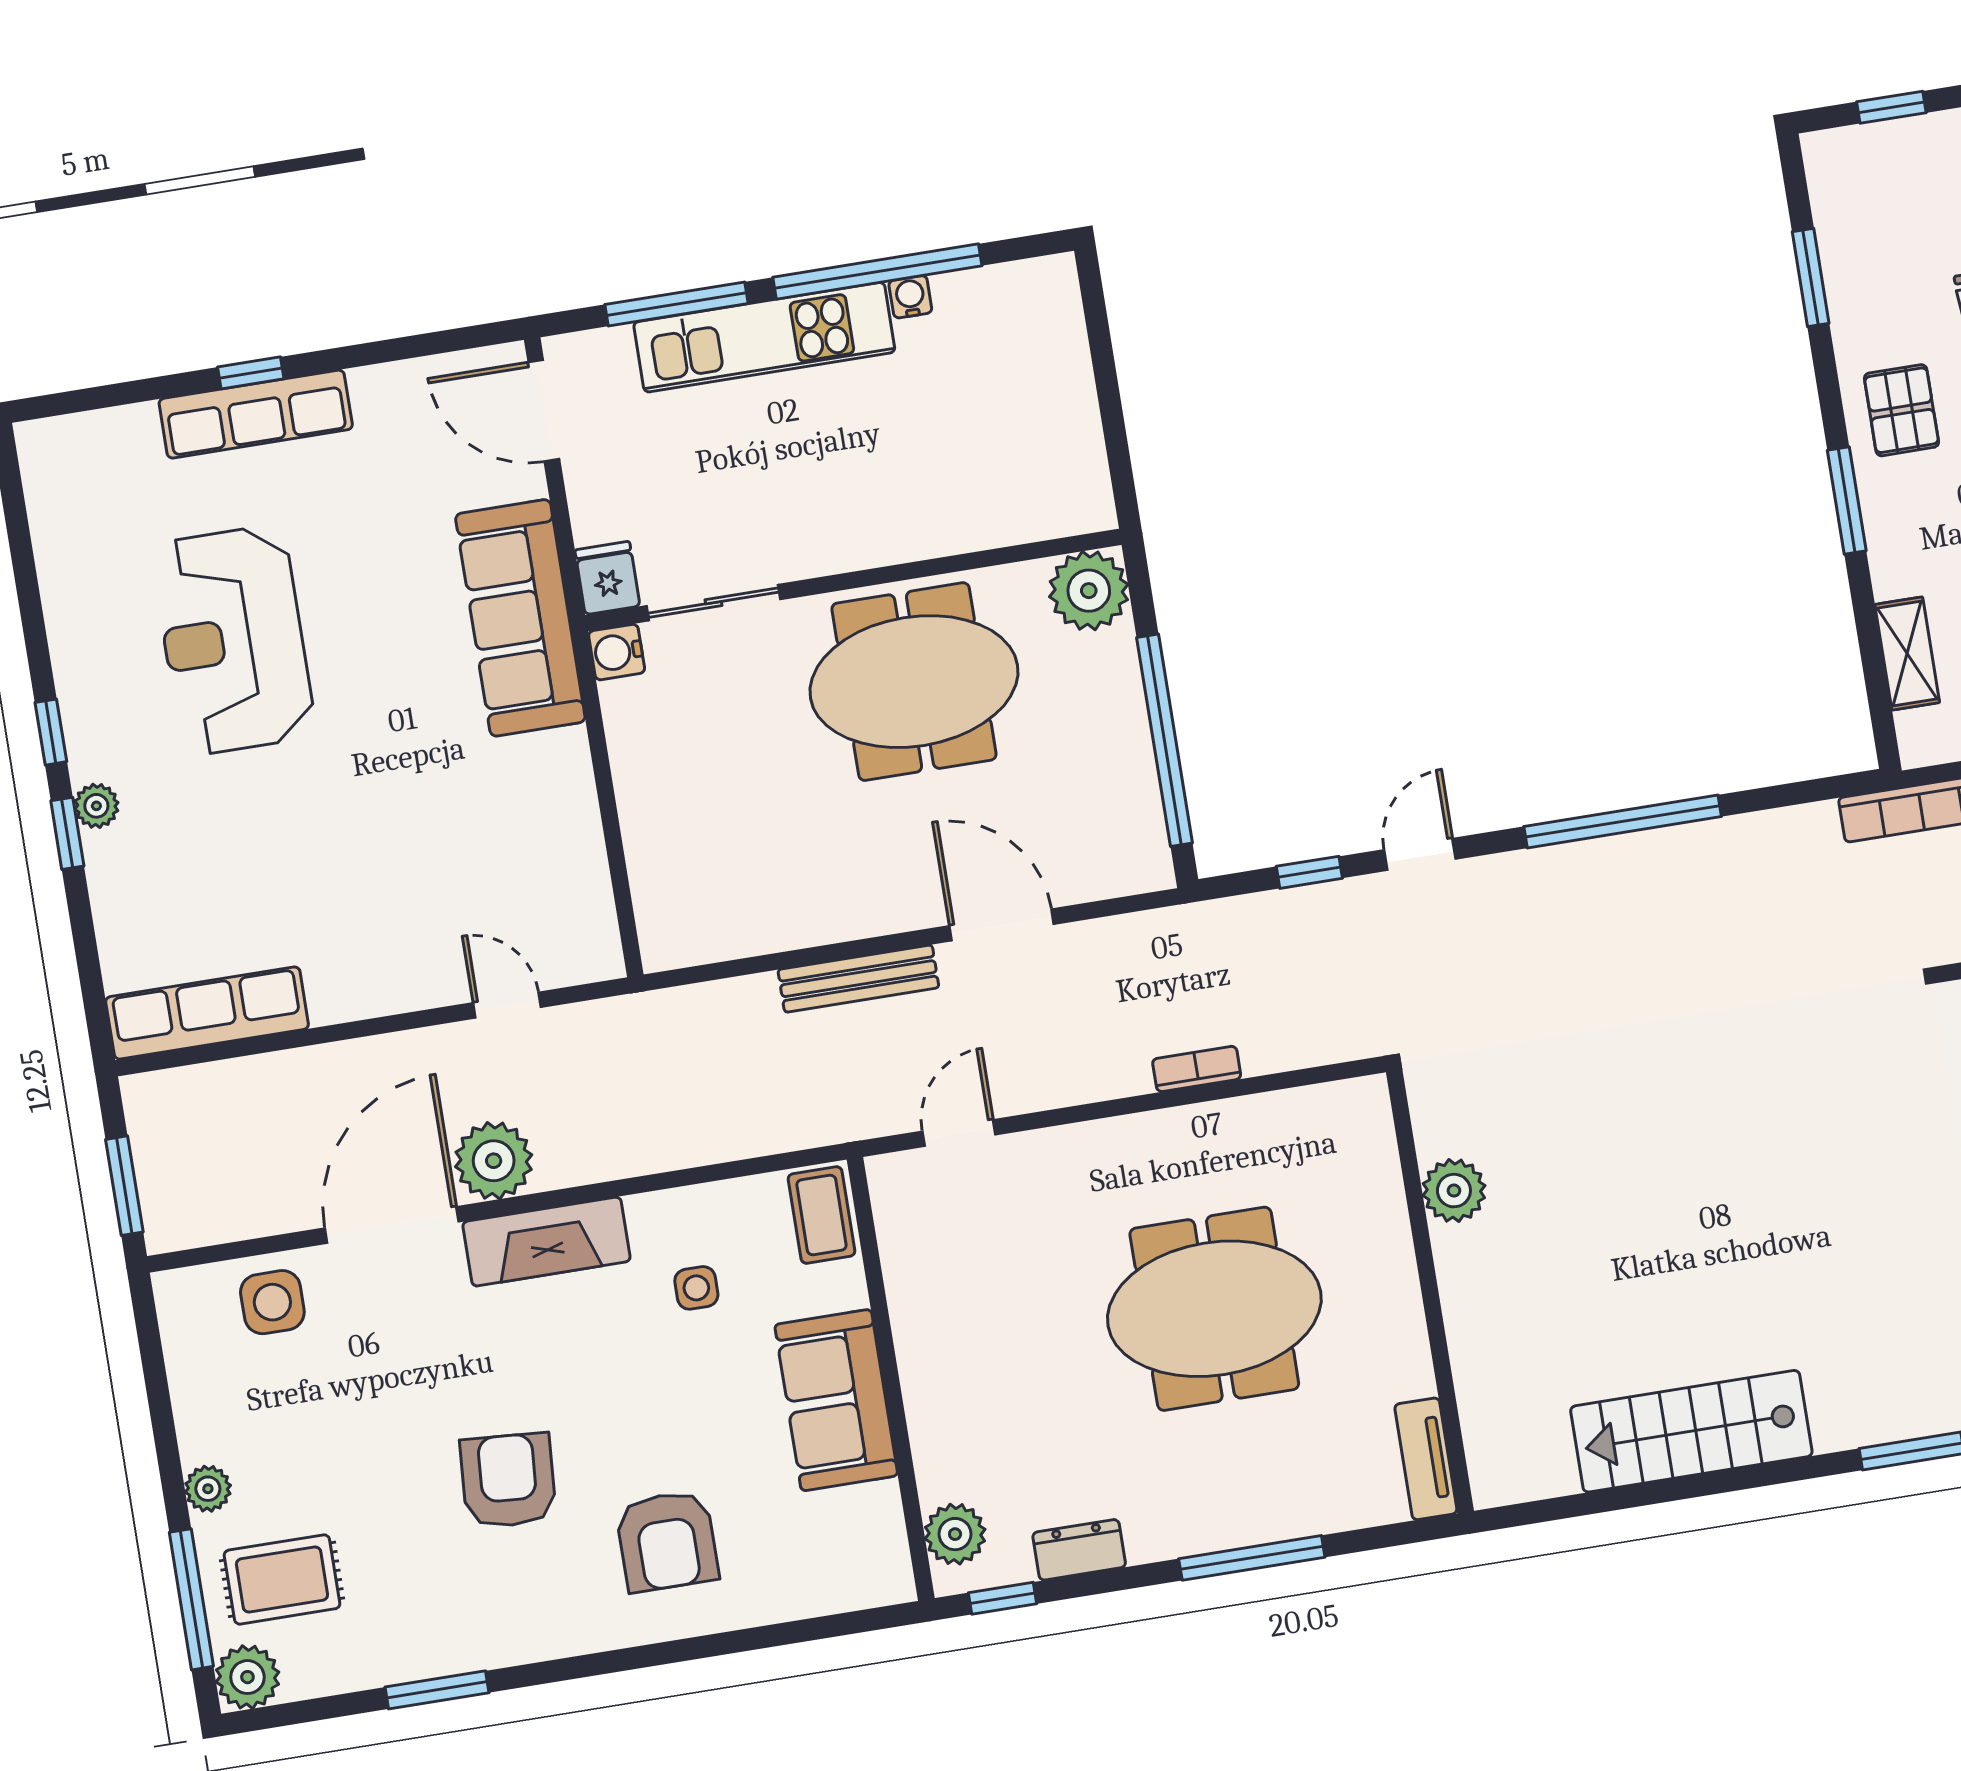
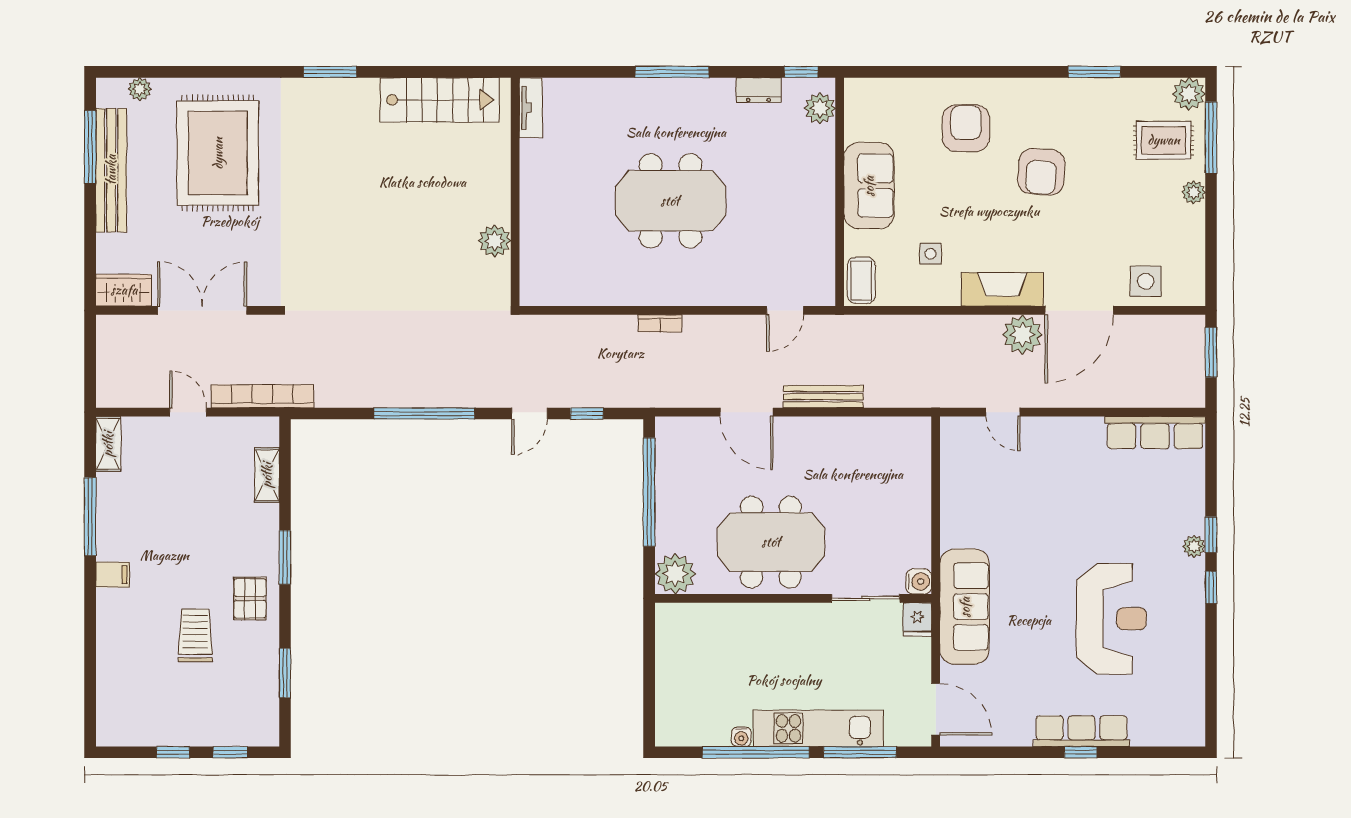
plant: (1454, 1191) -> (495, 241), moved
wall: (1430, 1292) -> (515, 192), moved
tv unit: (1426, 1459) -> (531, 108), moved

